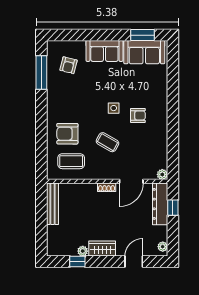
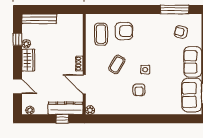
armchair: (67, 134) -> (124, 31), turned 90
bench: (52, 204) -> (39, 19), moved

